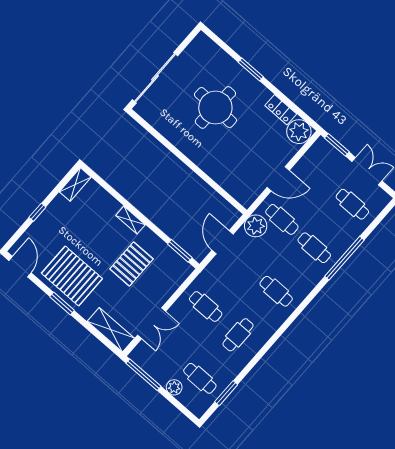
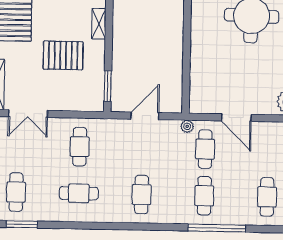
plant: (256, 226) -> (187, 126), width x0.53, depth x0.53

